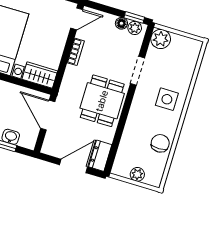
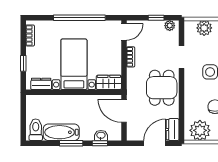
window: (134, 17) -> (156, 18), moved
floor lamp: (121, 23) -> (159, 25), removed
plant: (161, 39) -> (204, 28), moved
plant: (137, 174) -> (200, 130), width x1.88, depth x1.88

